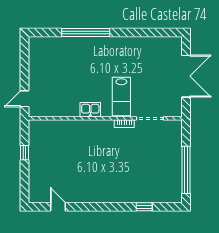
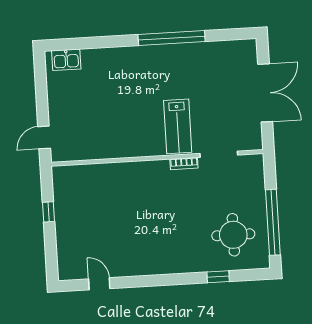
window: (86, 32) -> (172, 38), moved
kitchen sink: (90, 110) -> (66, 60), moved, turned 180
round table: (157, 177) -> (233, 235), added

